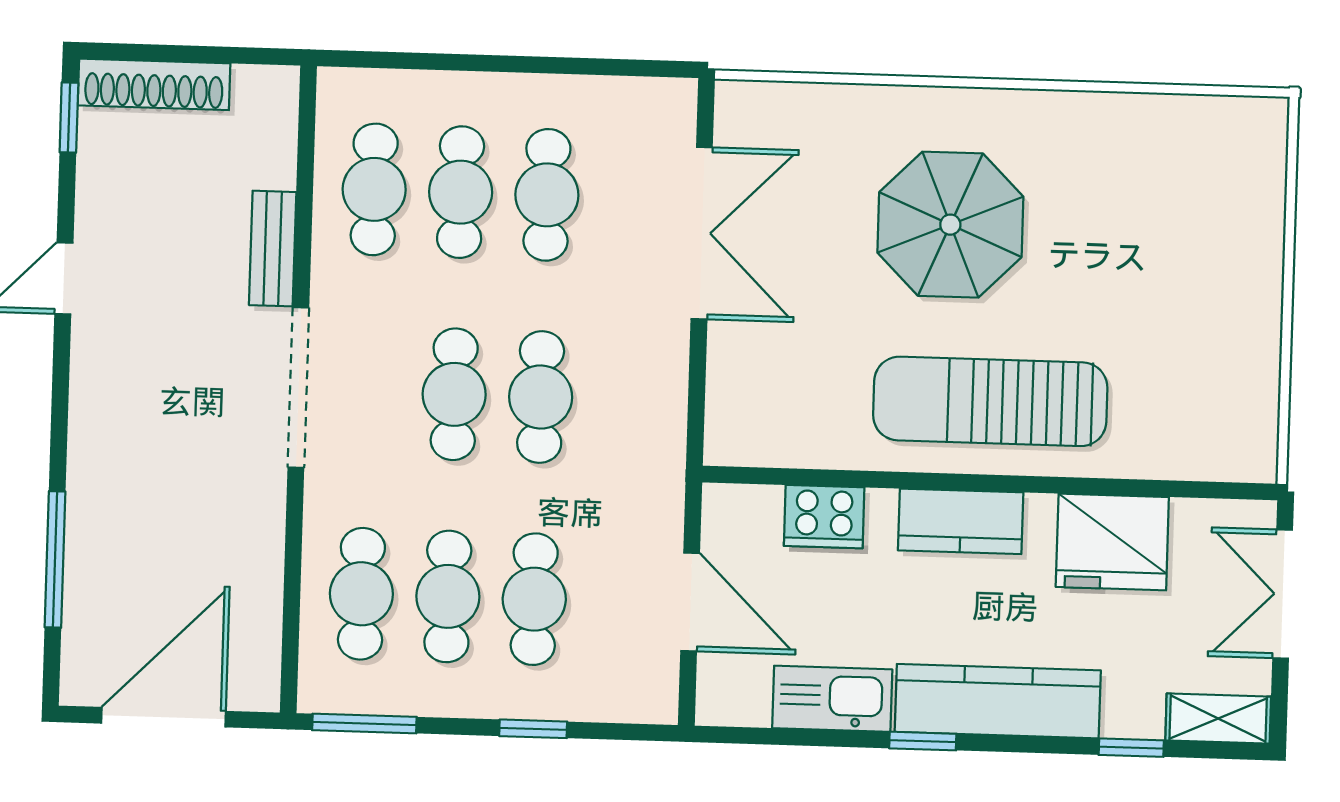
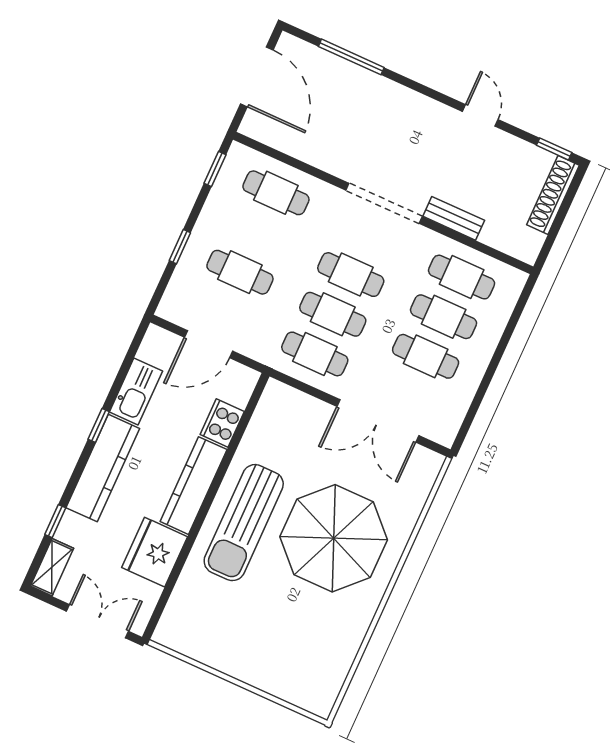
parasol: (950, 225) -> (334, 538), width x1.36, depth x1.36
sun lounger: (990, 401) -> (244, 523), turned 180
kitchen counter: (961, 521) -> (194, 486), width x1.50
cafe table: (448, 596) -> (315, 354), moved
window: (364, 724) -> (215, 169), width x0.67

